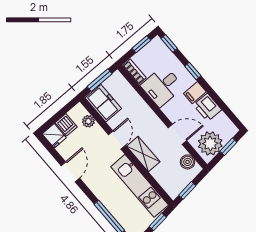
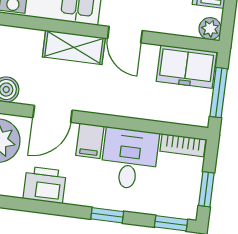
filing cabinet: (195, 93) -> (90, 141), moved, turned 180
plant: (88, 121) -> (210, 29), moved

